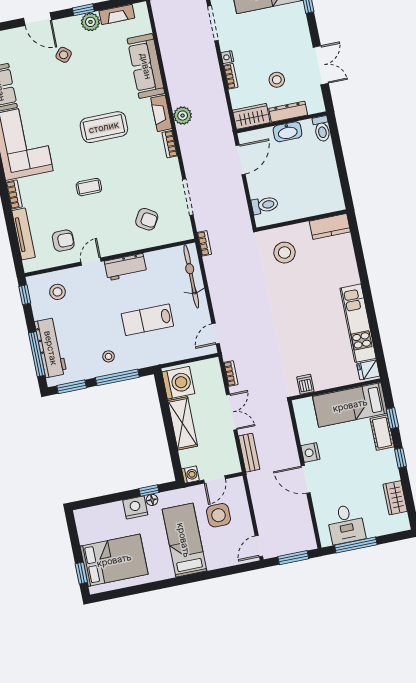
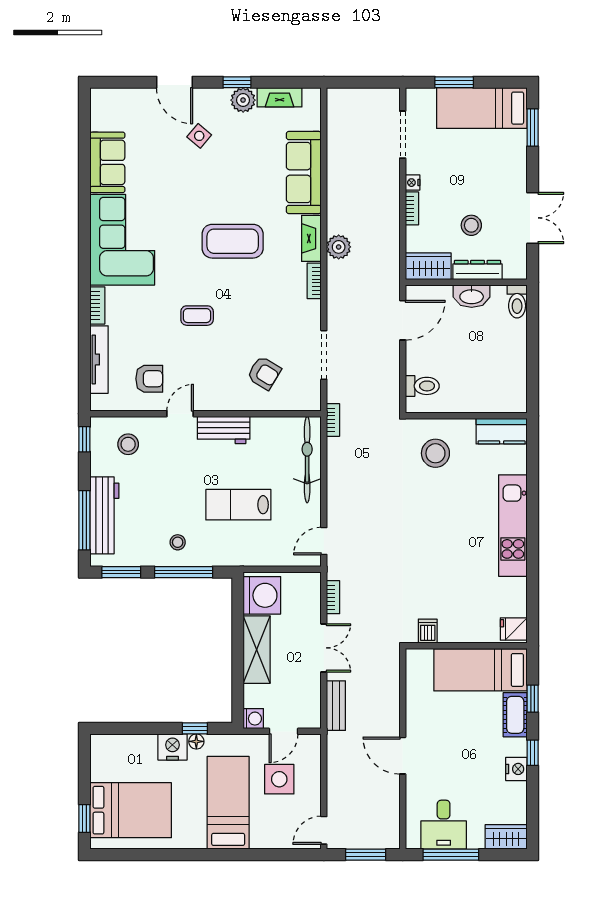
kitchen unit: (358, 323) -> (513, 526), moved
nightstand: (310, 453) -> (516, 769), moved, turned 180
wardrobe: (395, 498) -> (506, 837), moved, turned 90

